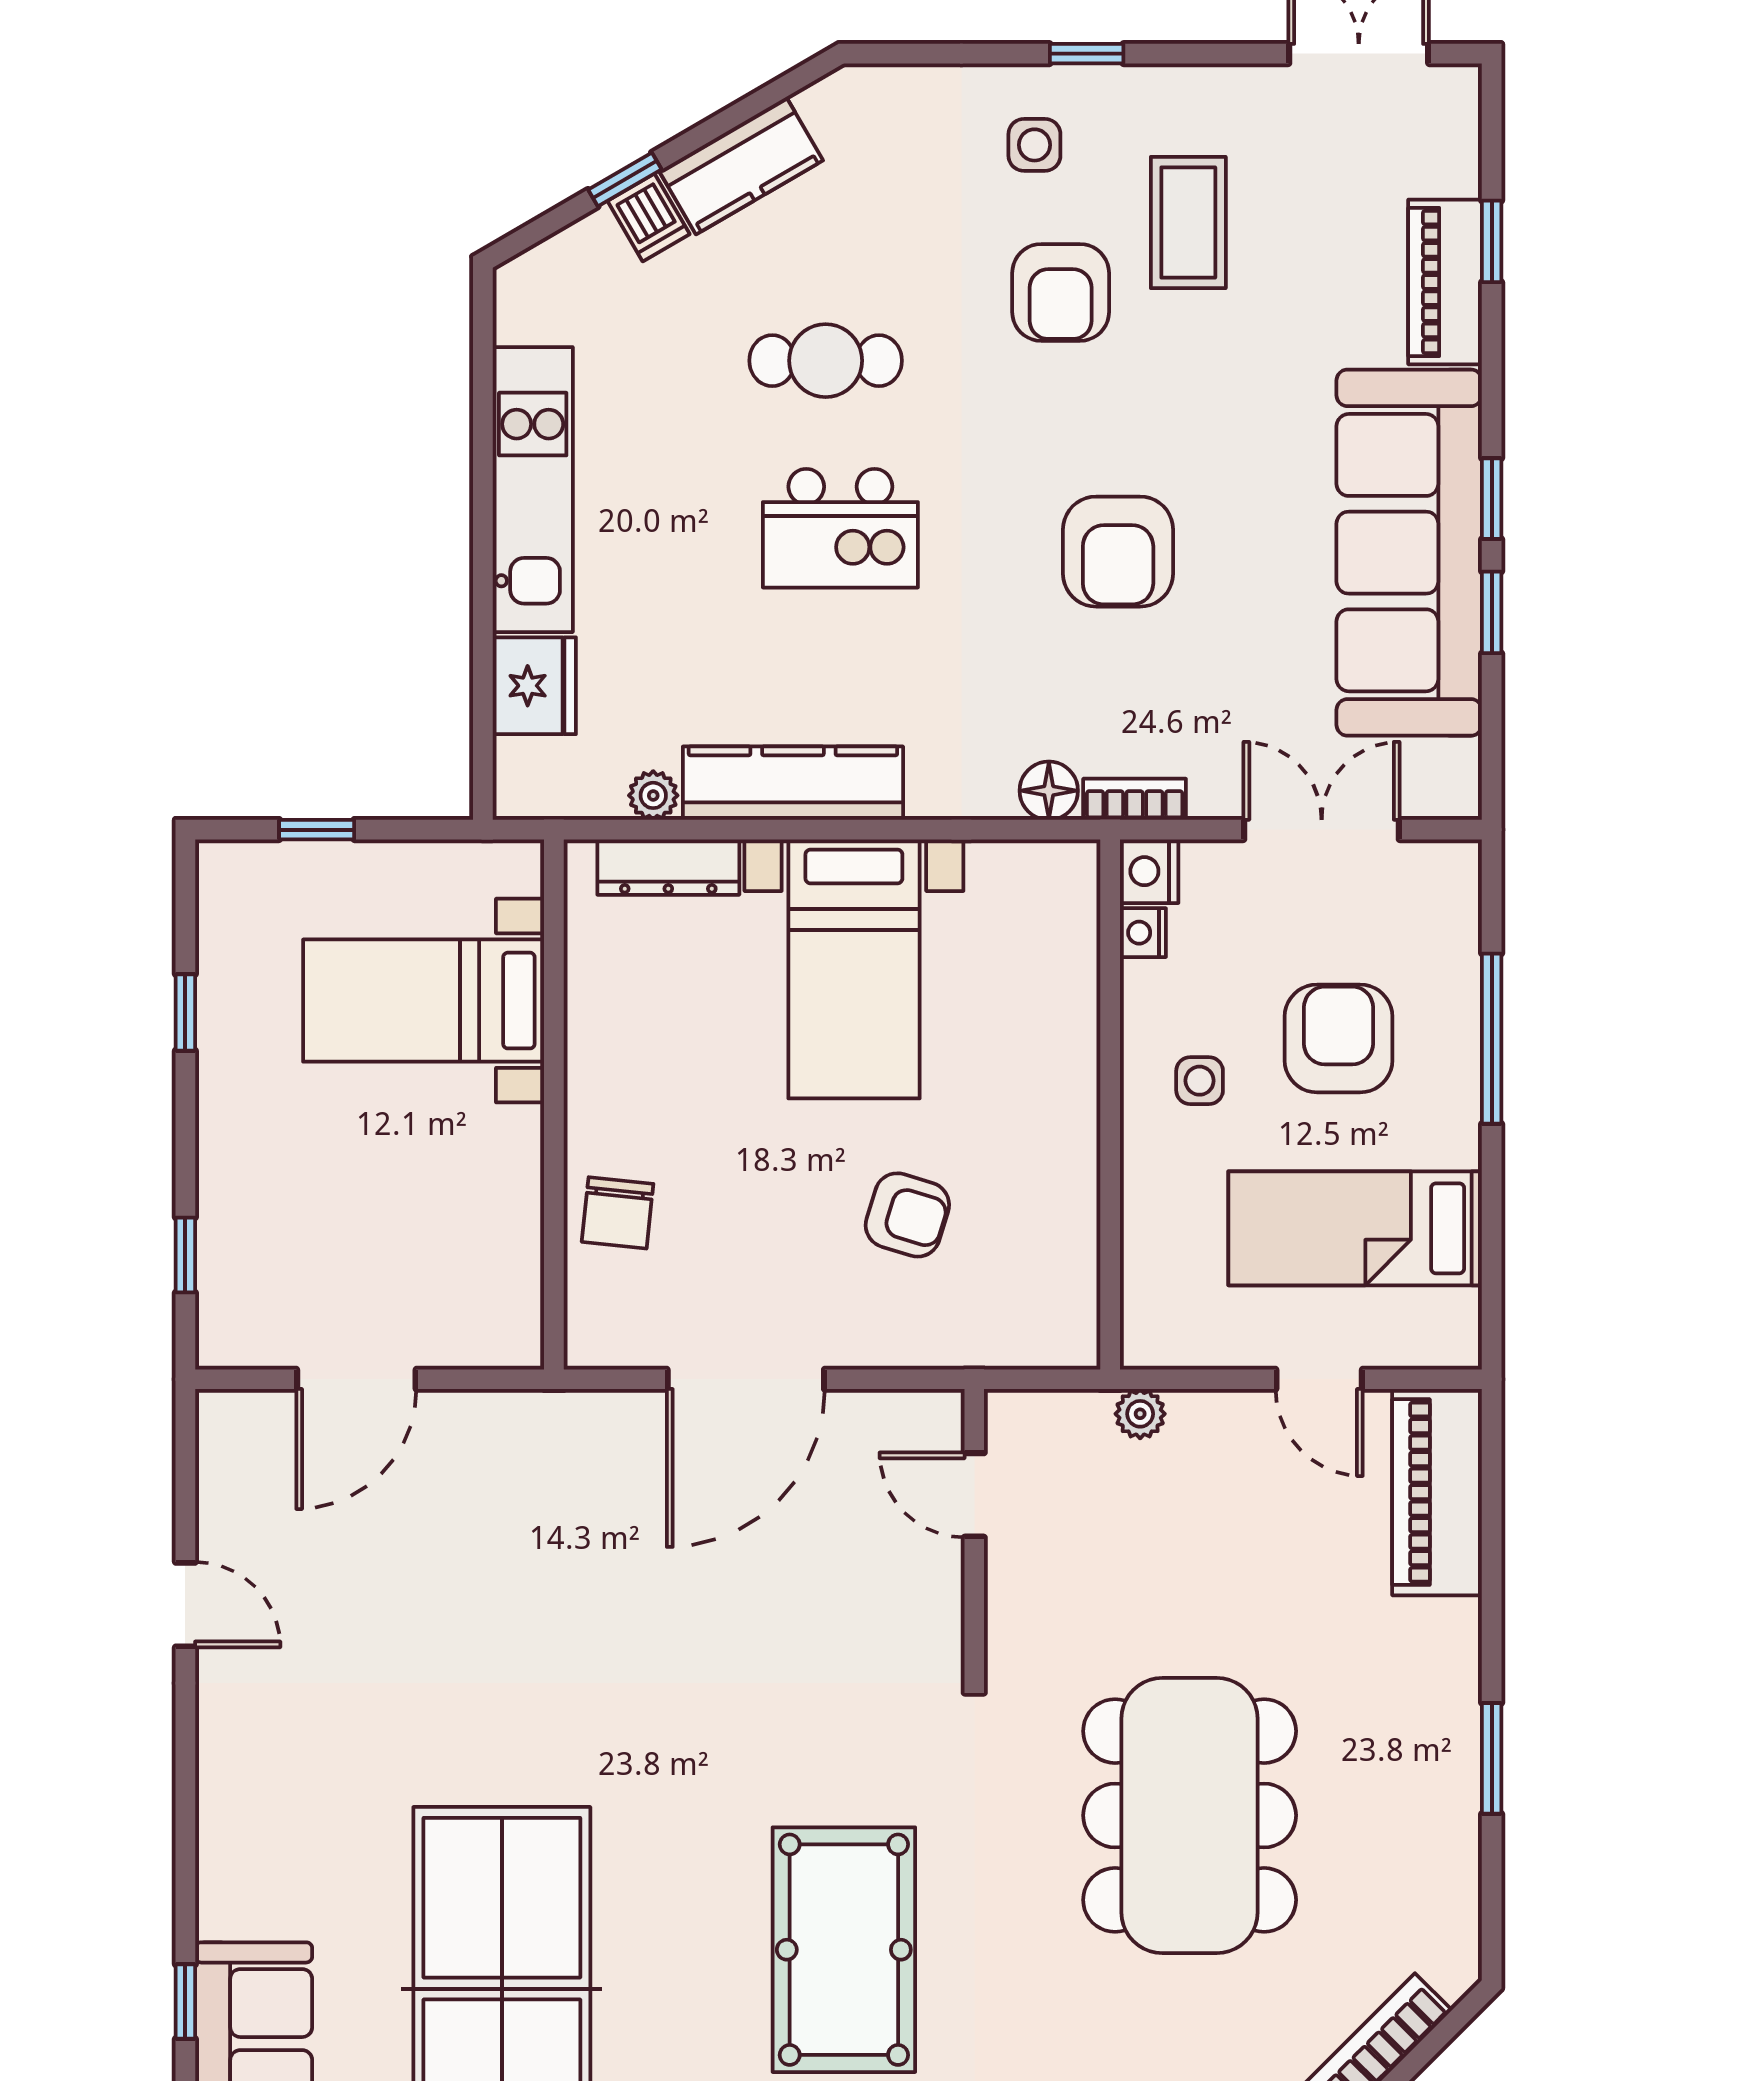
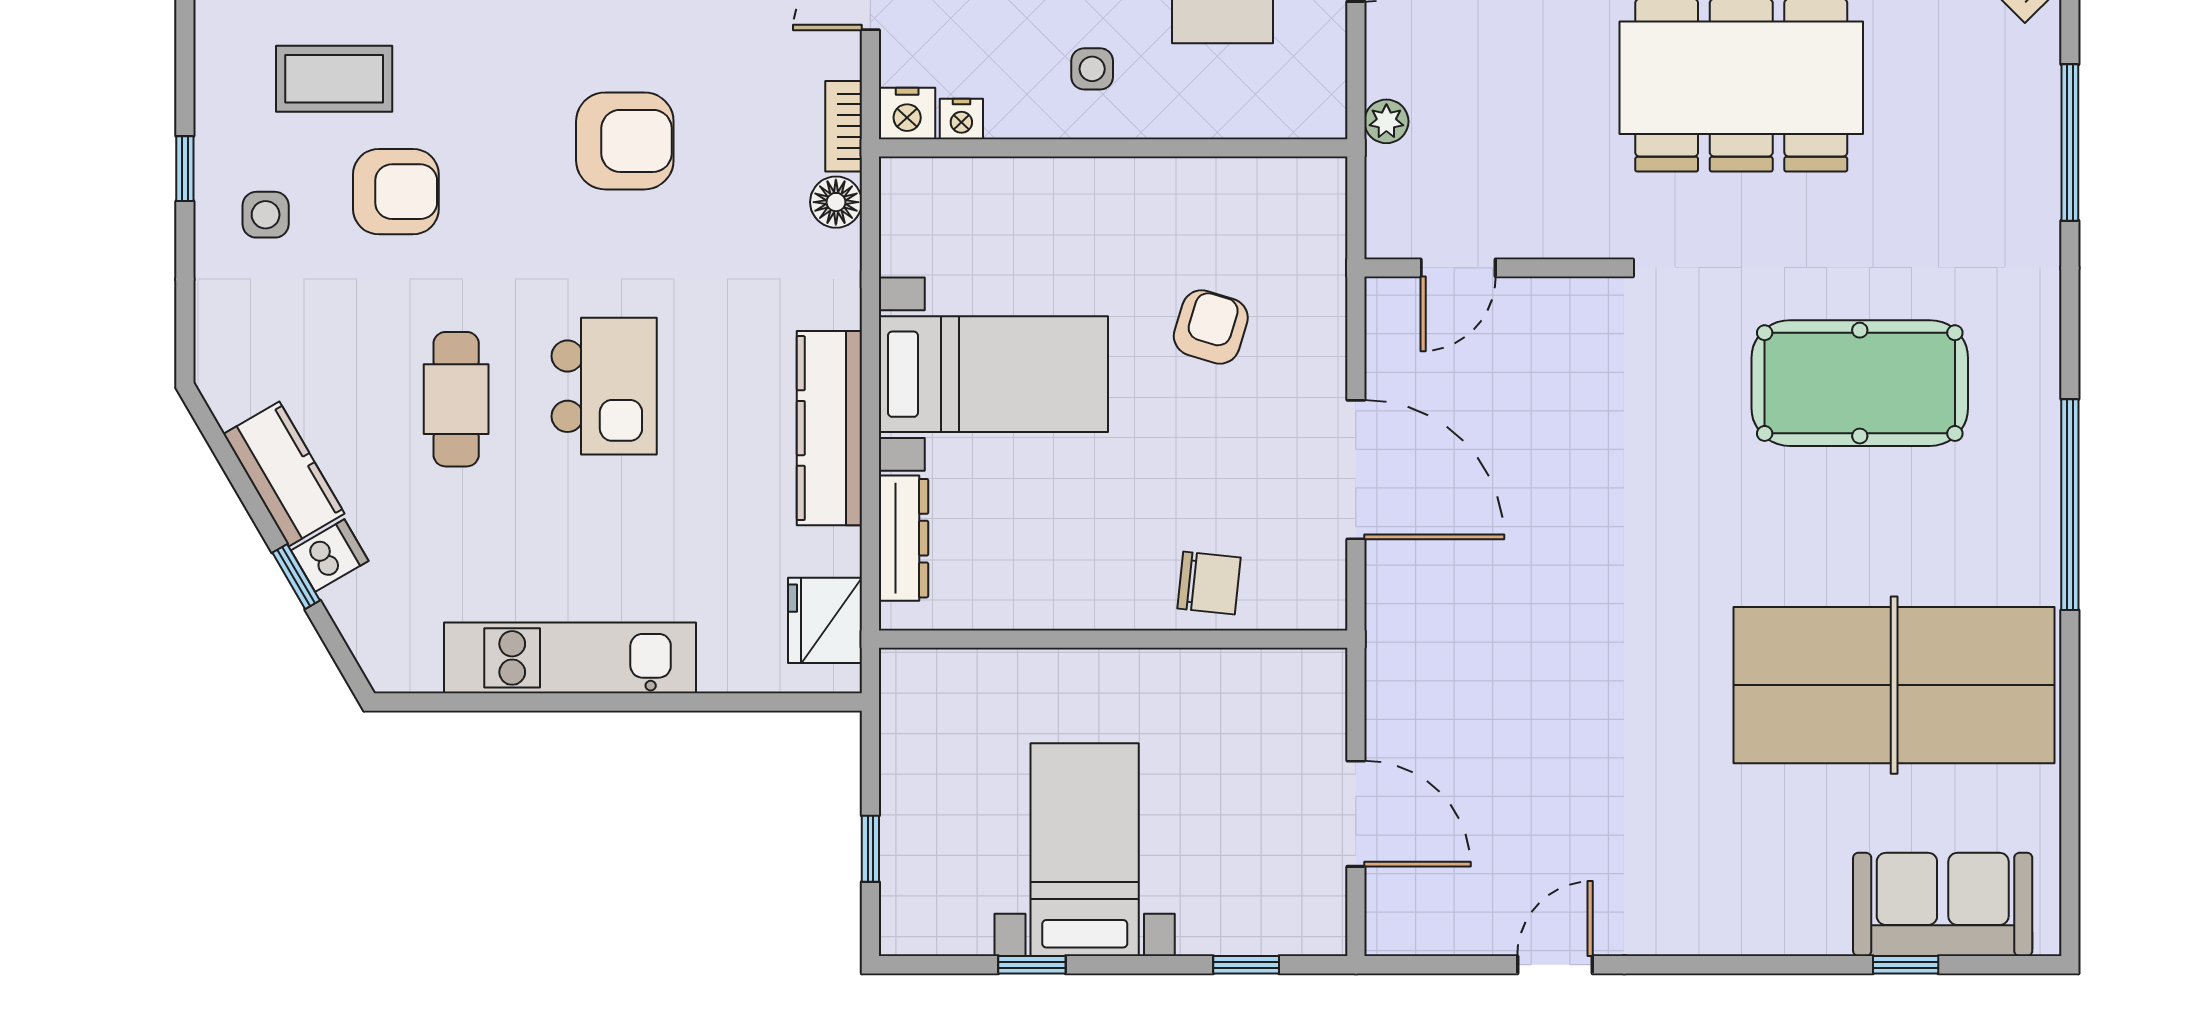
fridge: (534, 686) -> (825, 620), moved, turned -90
plant: (653, 795) -> (840, 551), removed
bed with nightstands: (424, 1001) -> (1085, 850), moved, turned 180

